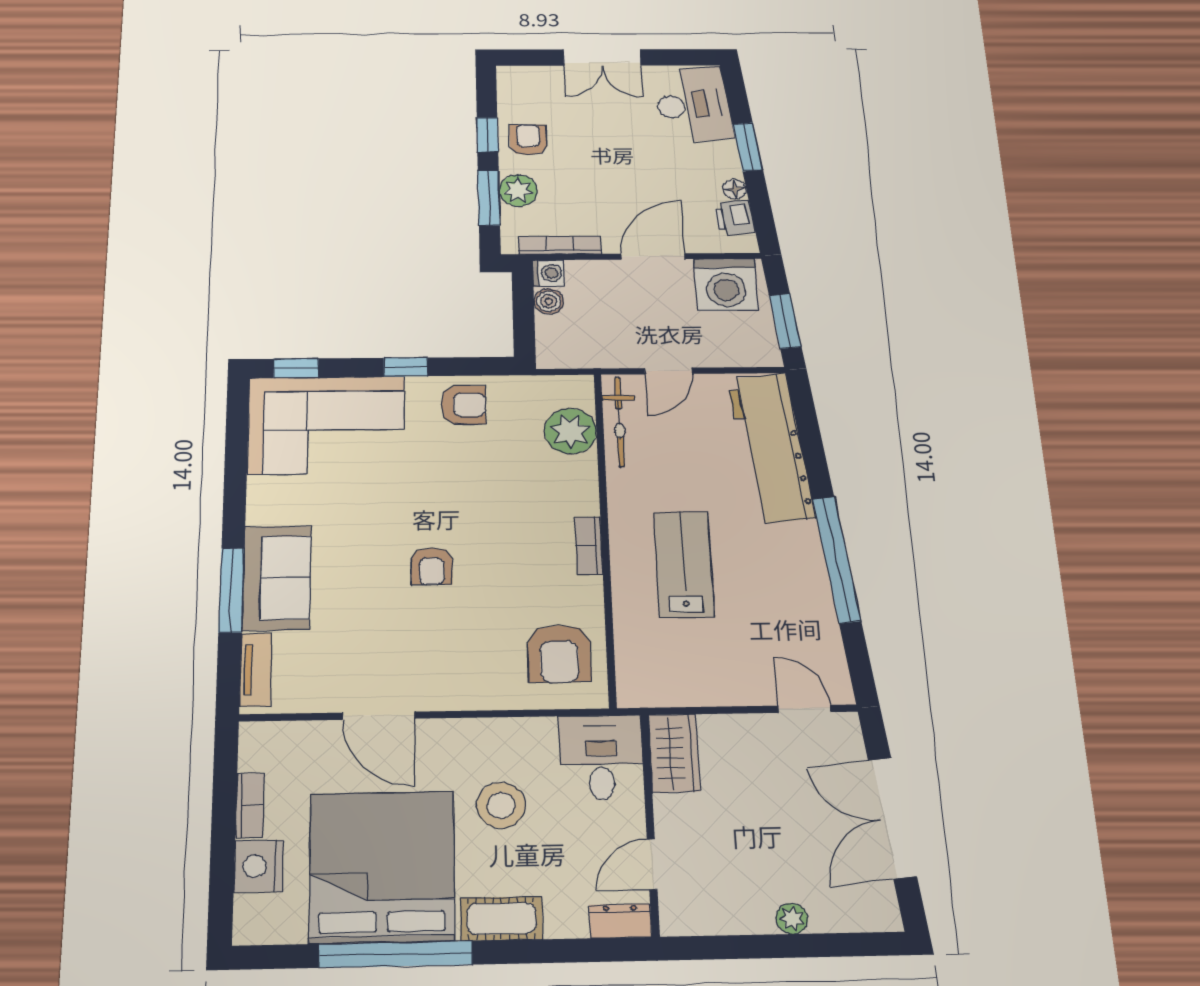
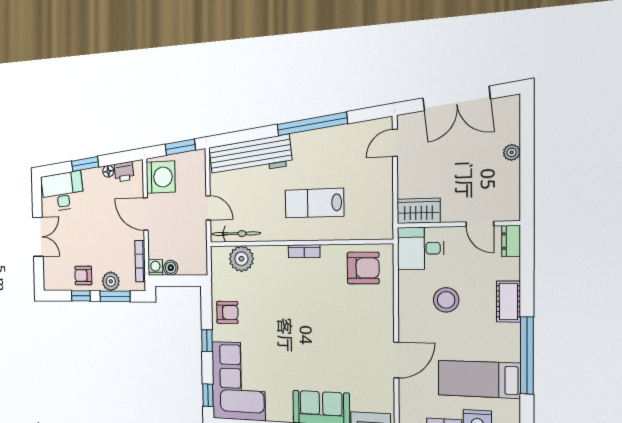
armchair: (463, 405) -> (227, 312), turned 90
armchair: (432, 566) -> (315, 331), removed
bed: (382, 867) -> (479, 379), width x0.49

